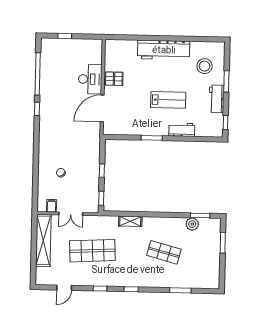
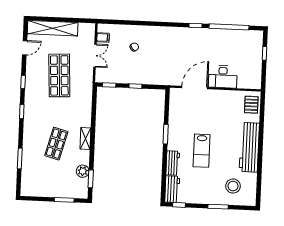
pallet: (114, 79) -> (251, 105), moved
workbench: (217, 99) -> (172, 189), moved, turned 90
door: (102, 108) -> (195, 88), hinge flipped
double door: (71, 214) -> (95, 56), swing flipped
shelving: (130, 221) -> (85, 138), moved
shelving: (43, 240) -> (53, 28), moved
door: (64, 288) -> (25, 48), swing flipped

